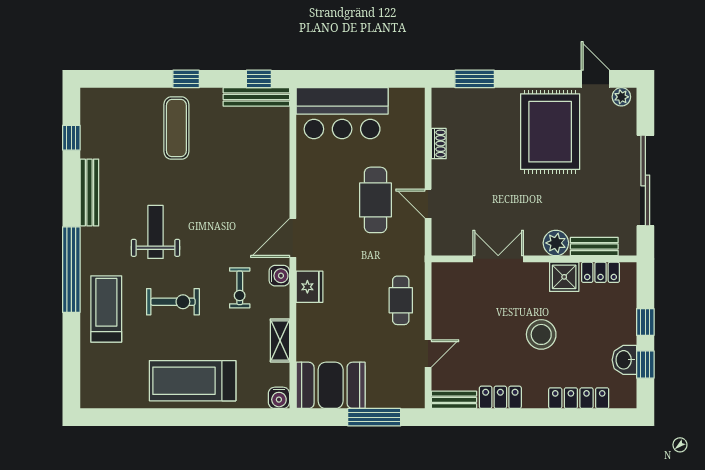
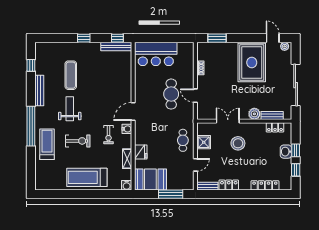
exercise mat: (176, 128) -> (71, 75), moved
shower: (564, 277) -> (204, 142), moved
fridge: (310, 287) -> (141, 152), moved
stool: (541, 334) -> (238, 143), moved
washbasin: (624, 360) -> (286, 152), moved

